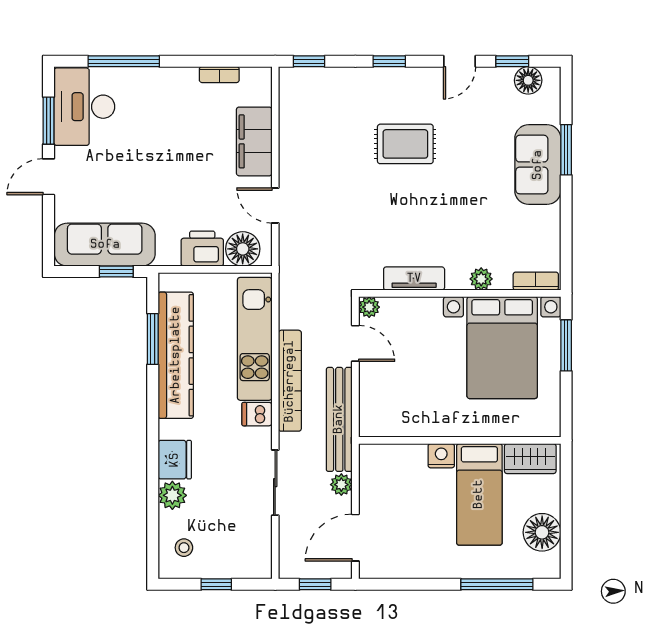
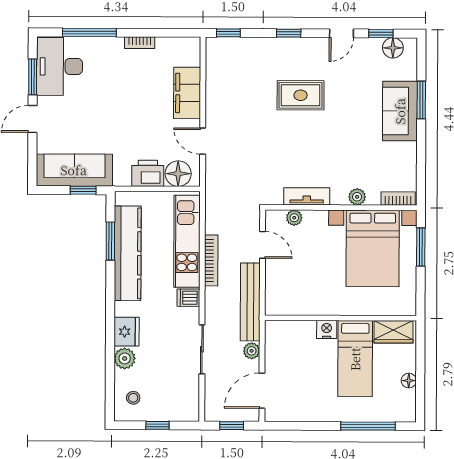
bookcase: (219, 75) -> (140, 43), moved
plant: (369, 307) -> (294, 218), moved
bookcase: (290, 381) -> (211, 260), width x0.68, depth x0.76
floor lamp: (542, 532) -> (409, 381), width x0.53, depth x0.53

